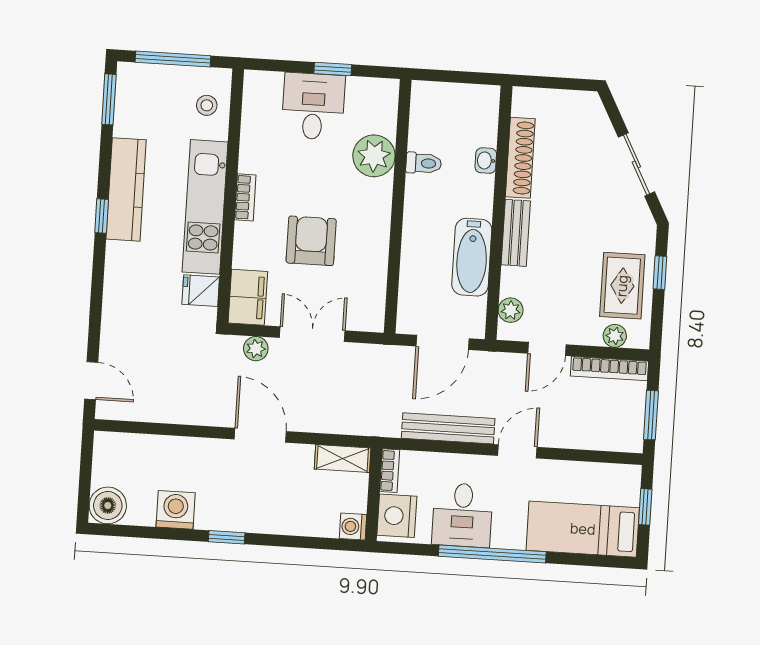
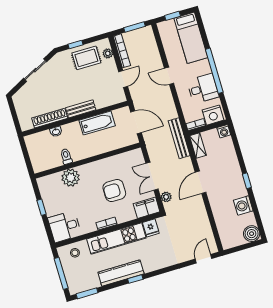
desk: (313, 106) -> (65, 227), moved
plant: (511, 310) -> (113, 99), removed
door: (547, 349) -> (123, 79), hinge flipped
bench: (448, 428) -> (179, 138), moved

